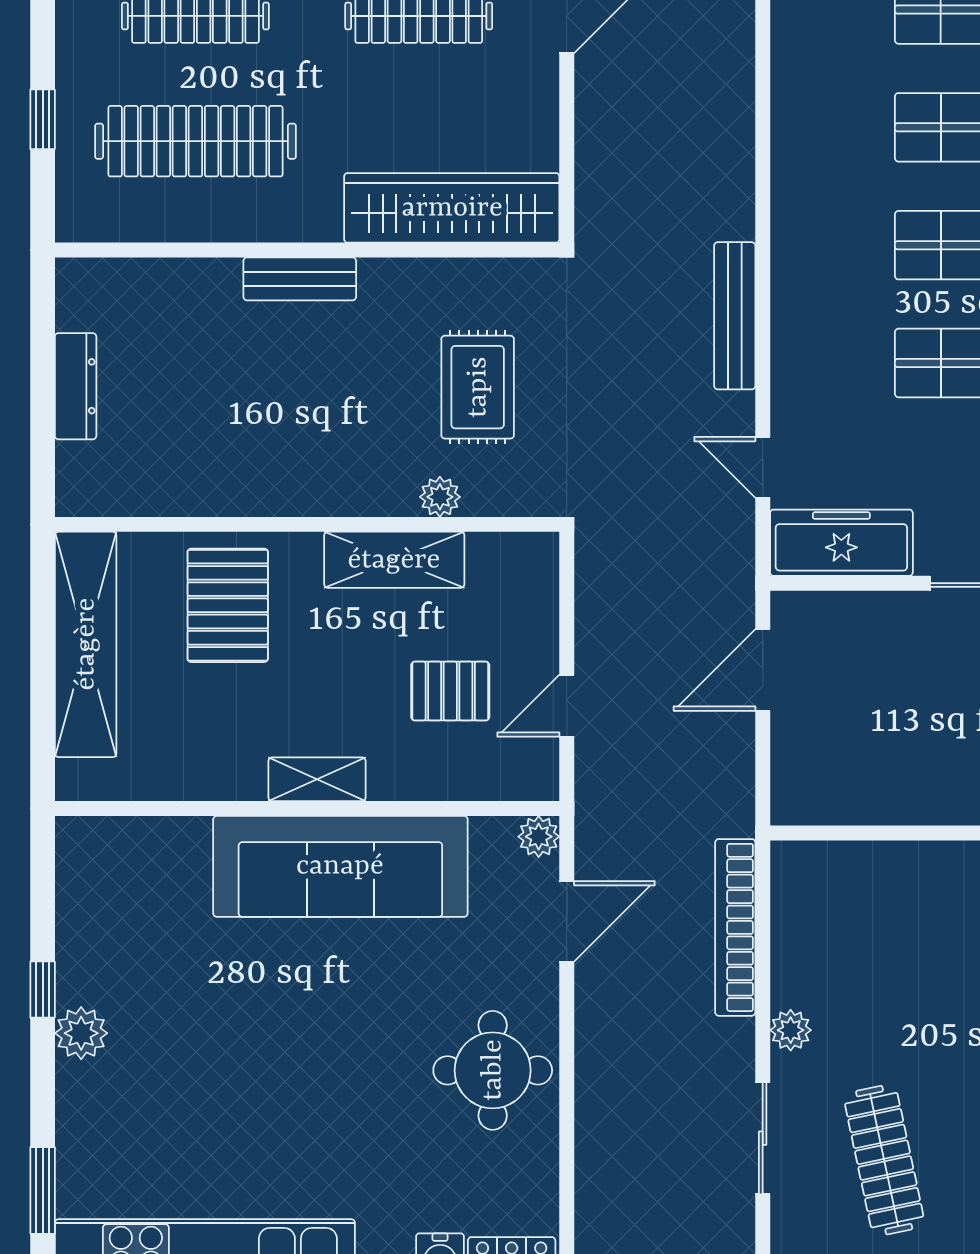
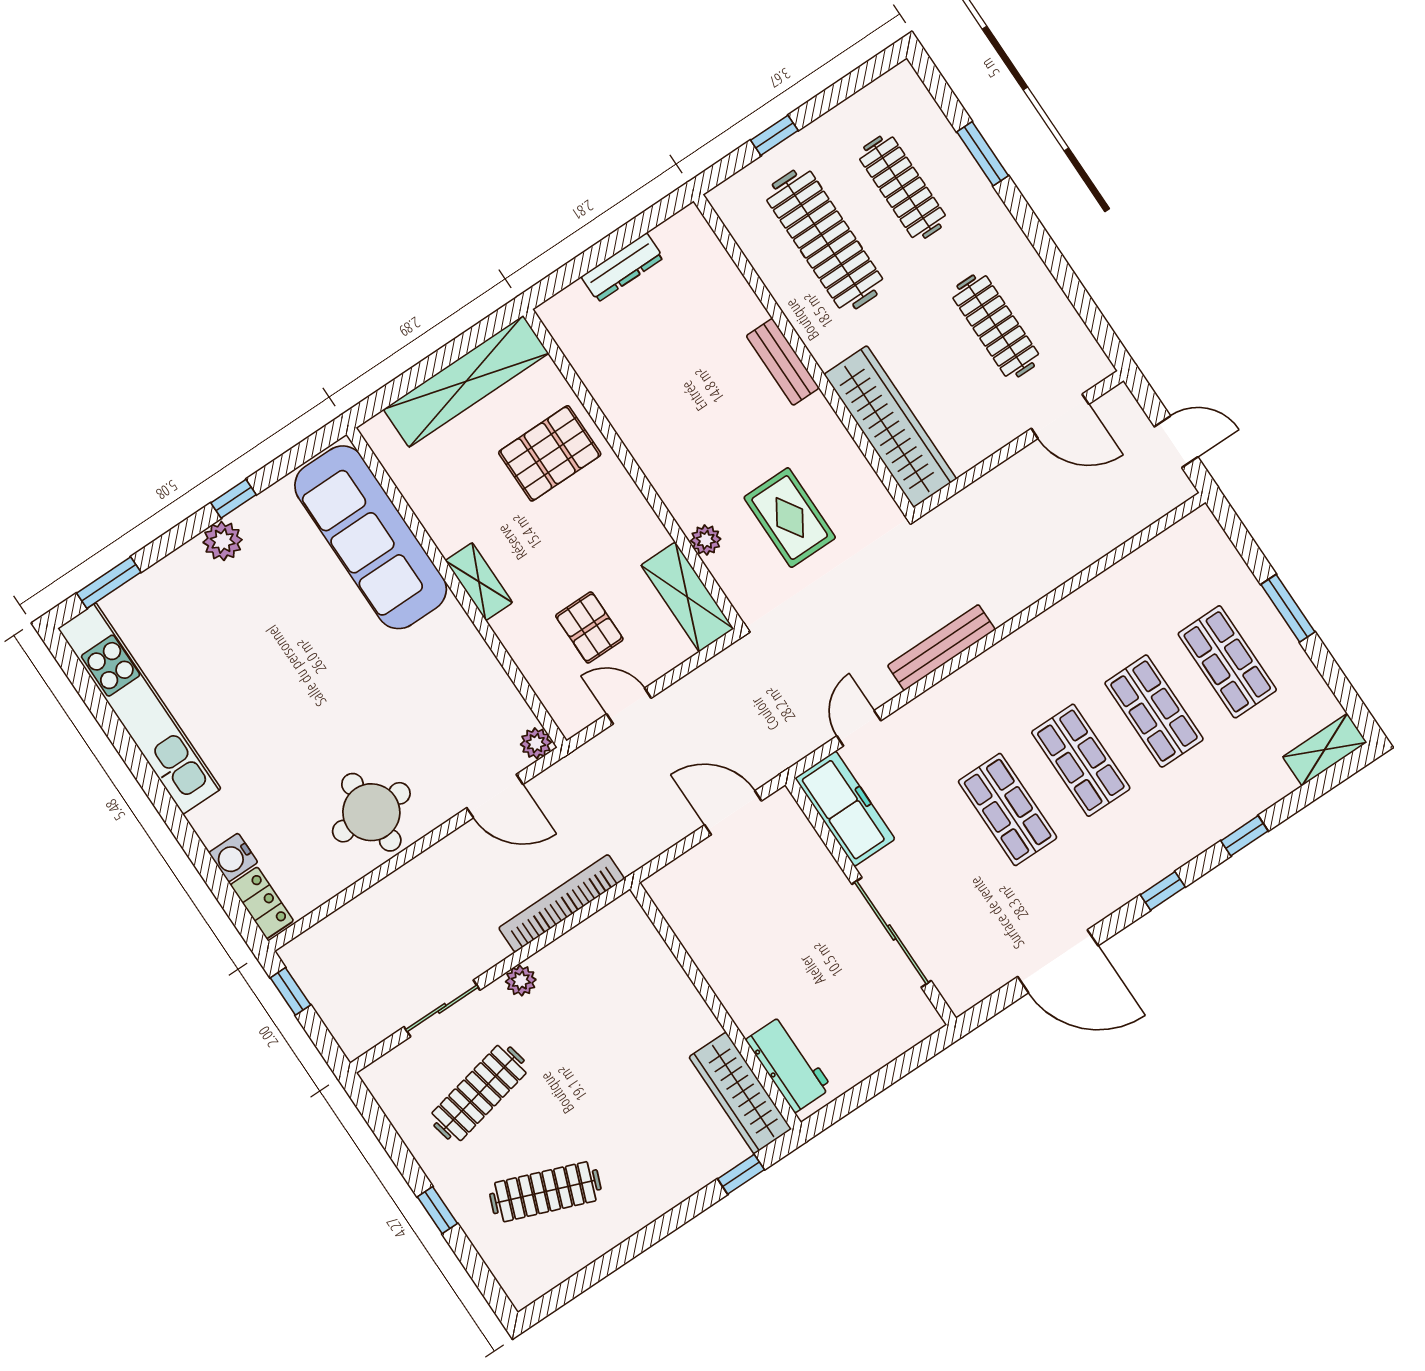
rug: (478, 387) -> (790, 518), turned 90
shelving: (394, 560) -> (687, 597), moved
sofa: (340, 866) -> (371, 537), moved

